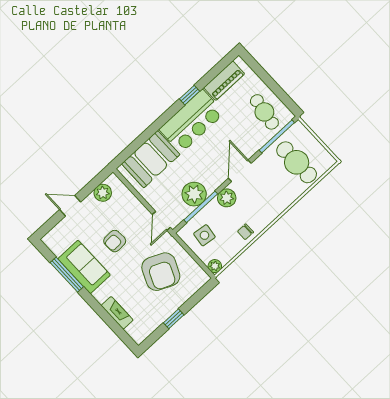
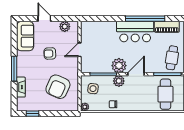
window: (190, 95) -> (145, 19), width x3.17
booth: (151, 159) -> (101, 31), removed
plant: (194, 194) -> (119, 66), moved
door: (161, 221) -> (79, 50), moved
sofa: (84, 267) -> (25, 36), moved
window: (67, 275) -> (14, 69), moved
window: (174, 319) -> (33, 114), moved

